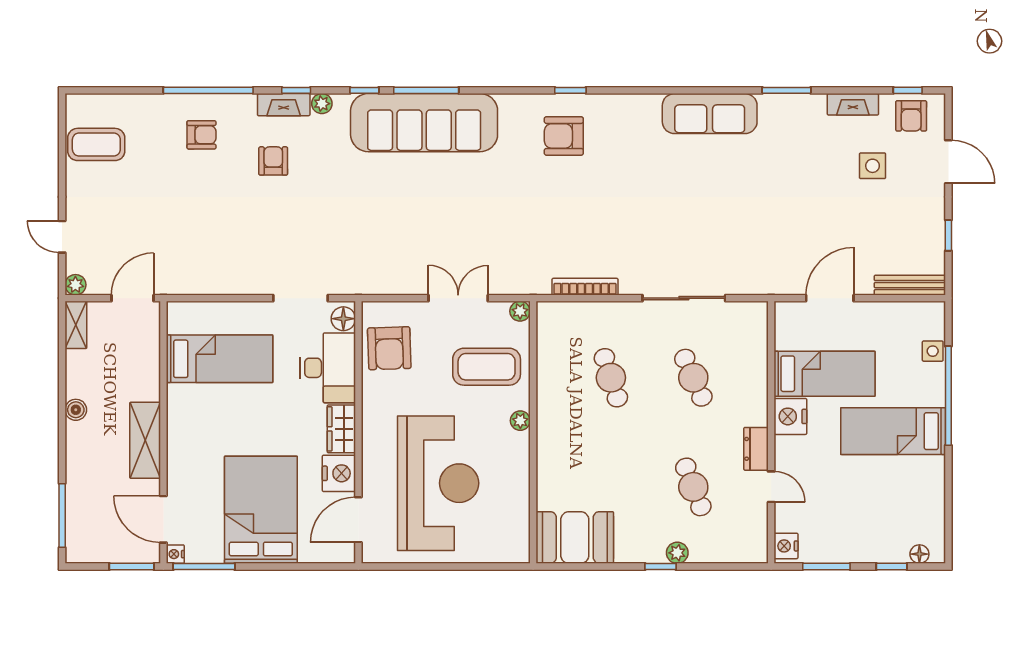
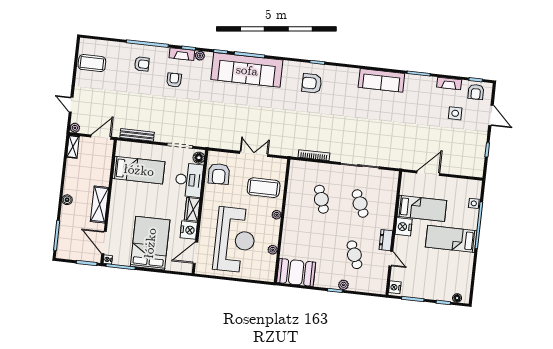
bench: (910, 285) -> (137, 135), moved
plant: (520, 311) -> (273, 250), moved
boiler: (76, 410) -> (67, 200), moved

